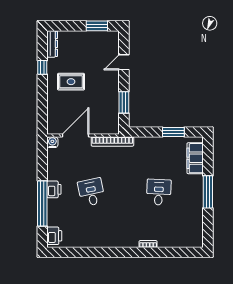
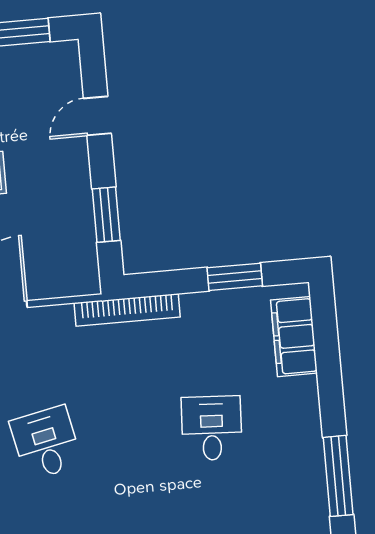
bookcase: (112, 142) -> (127, 310), moved
window: (208, 192) -> (338, 476), moved

